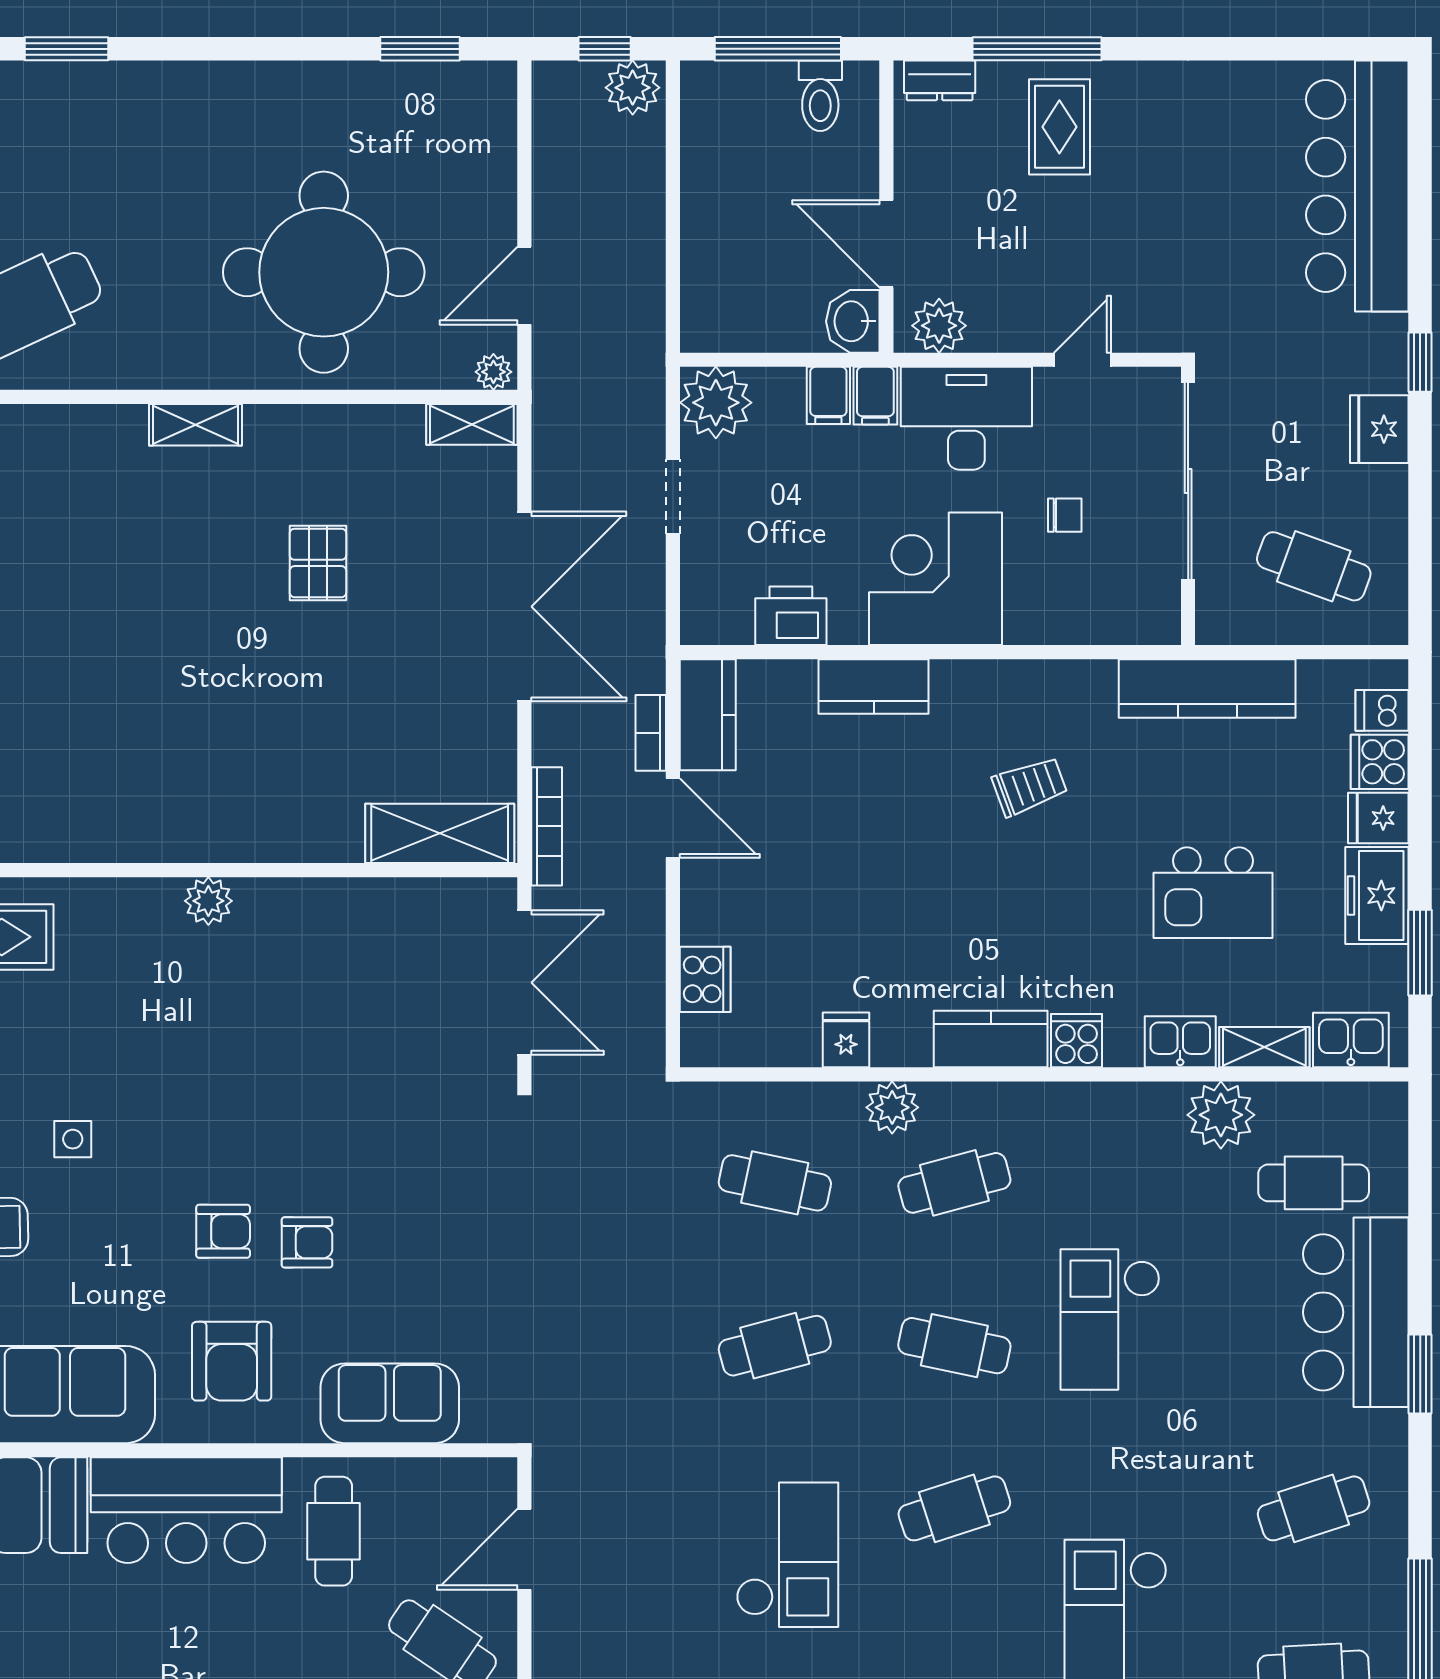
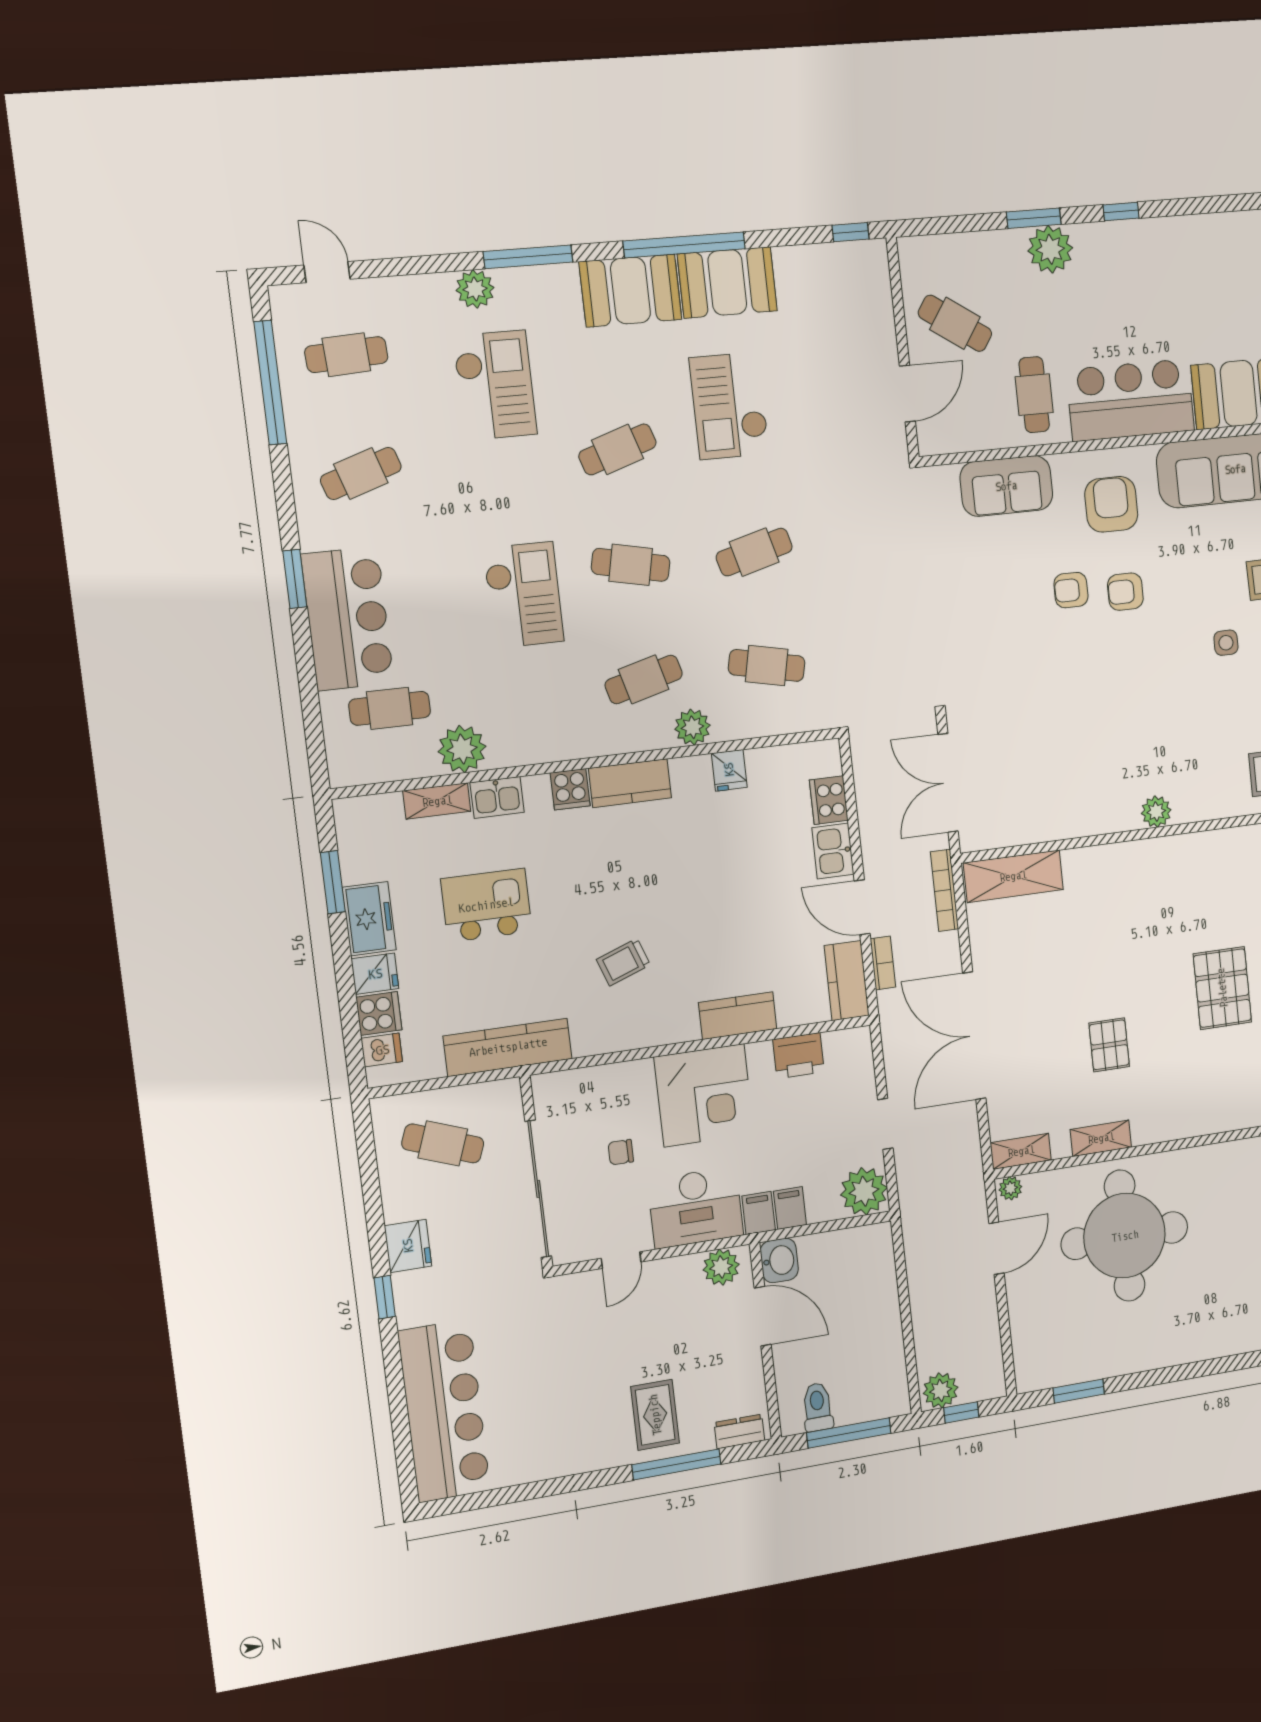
shelving: (196, 425) -> (1101, 1138), moved
pallet: (131, 623) -> (1222, 988), added
kitchen sink: (1351, 1040) -> (833, 851), moved, turned 90

